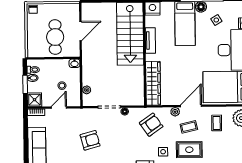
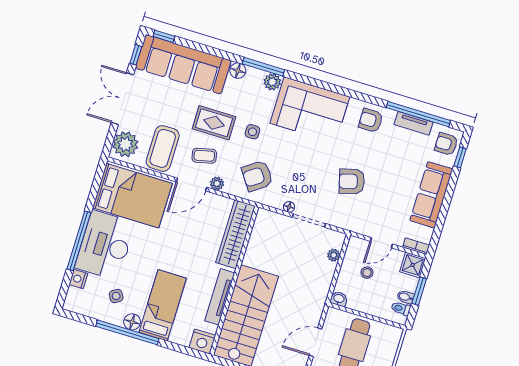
tv unit: (150, 40) -> (220, 297), width x1.41
coffee table: (217, 123) -> (163, 148), width x1.86, depth x1.72

